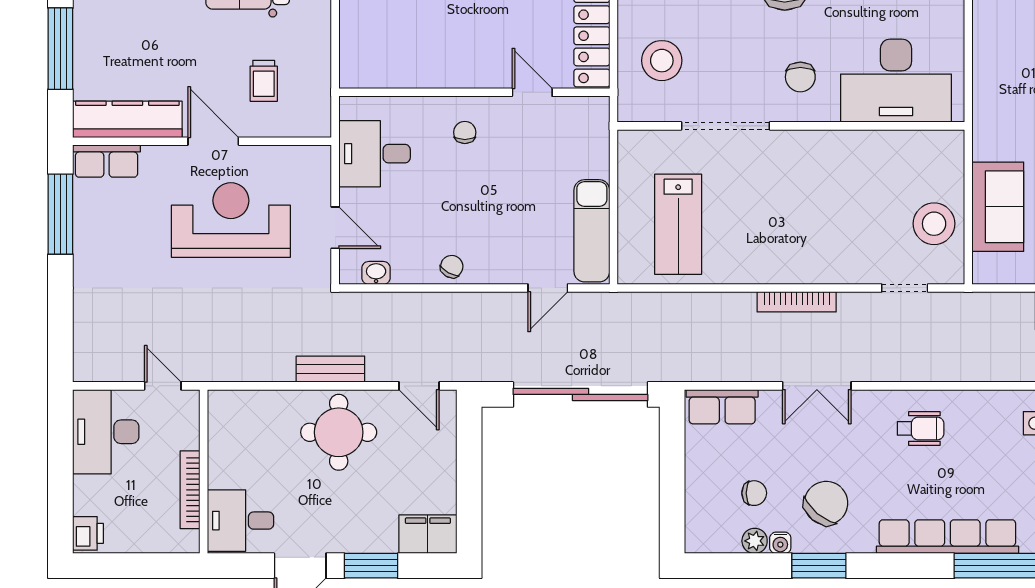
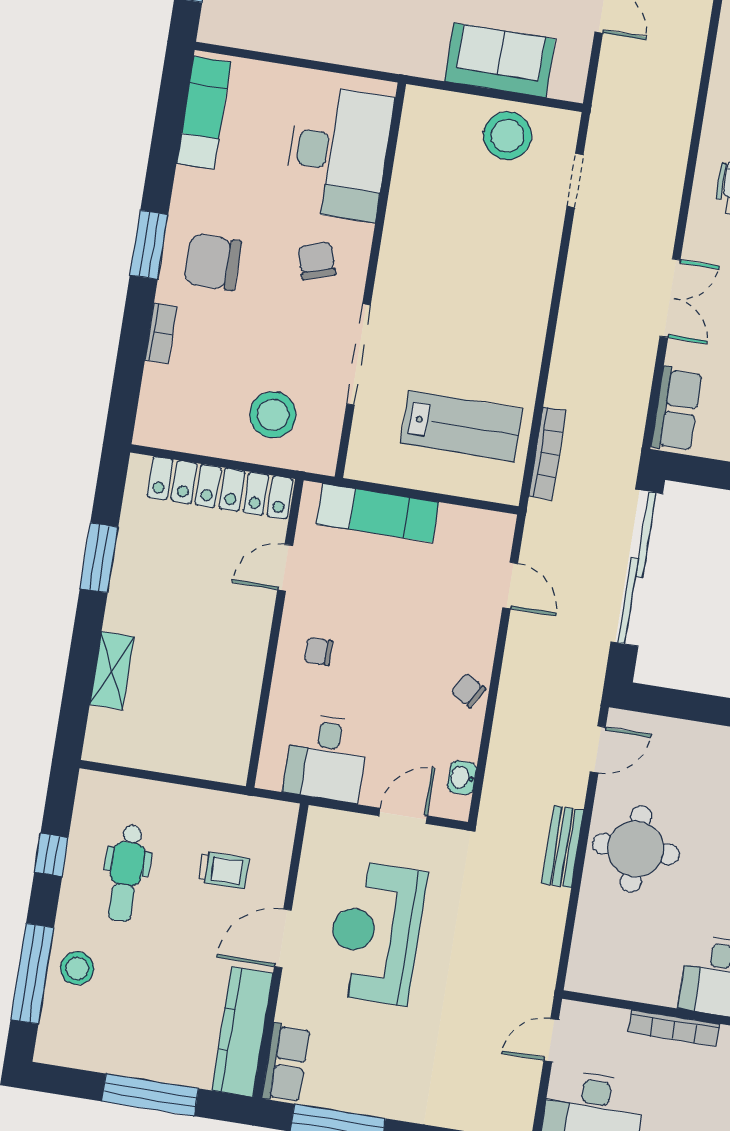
chair: (800, 77) -> (317, 261), turned -108
exam couch: (592, 231) -> (378, 513), moved
bookcase: (797, 302) -> (547, 453), moved

